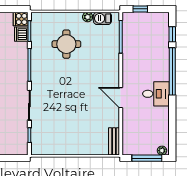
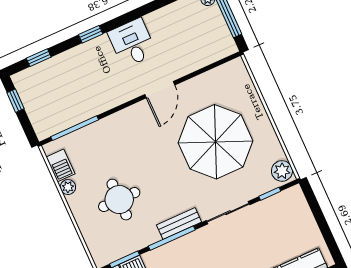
window: (140, 9) -> (15, 101), moved
window: (172, 71) -> (91, 34), width x0.32
parasol: (75, 117) -> (215, 142), added
bench: (114, 141) -> (179, 223), moved
plant: (40, 148) -> (282, 171), added

